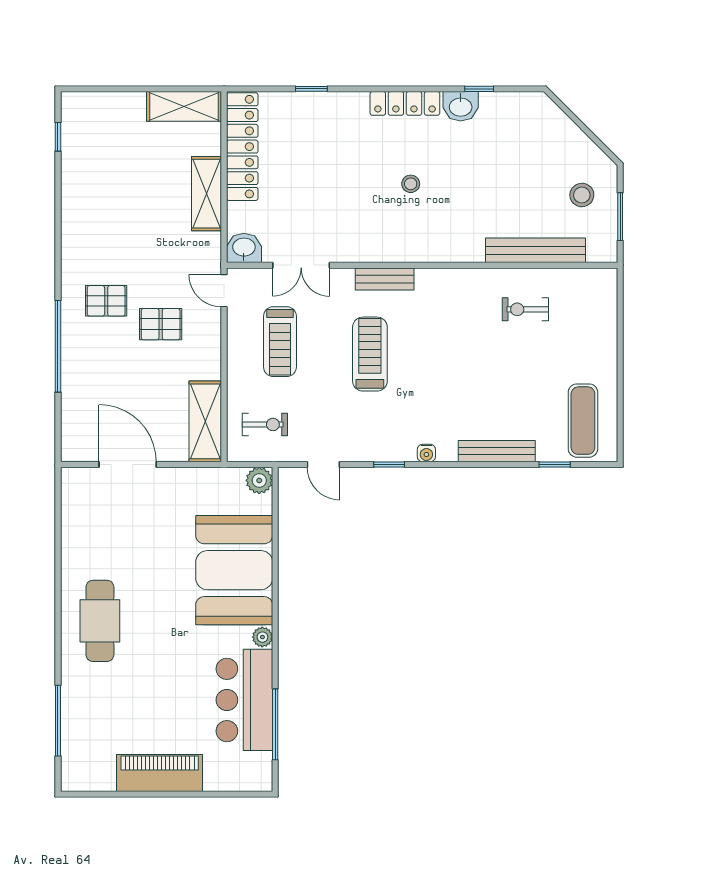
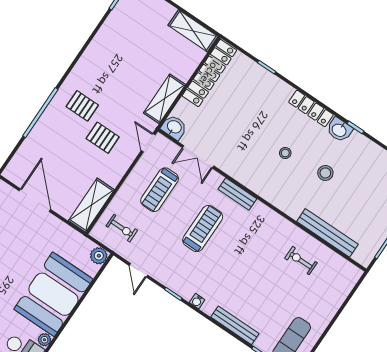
shelving: (207, 194) -> (164, 99), moved
stool: (582, 195) -> (325, 173), moved

